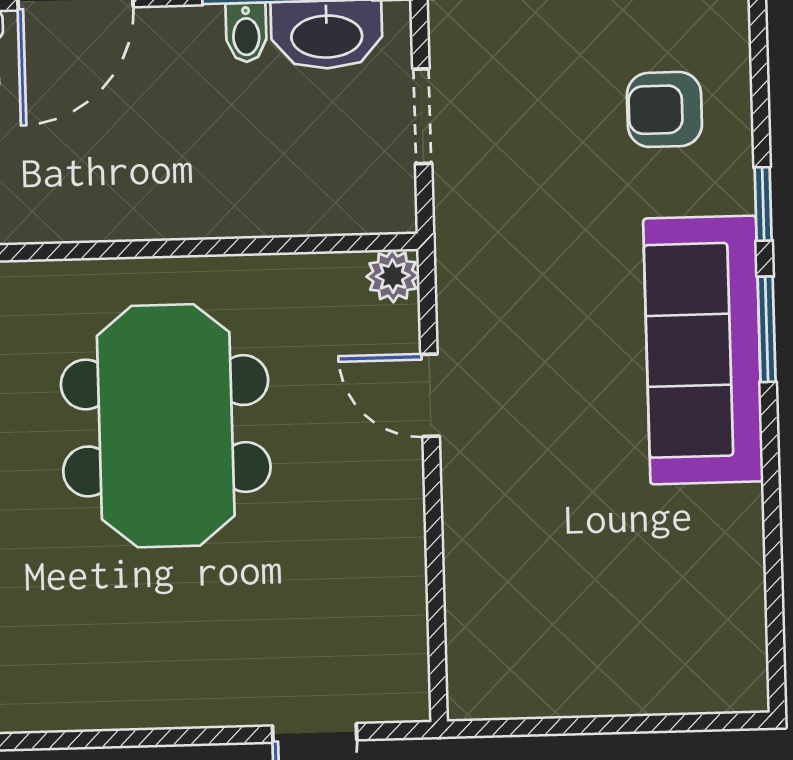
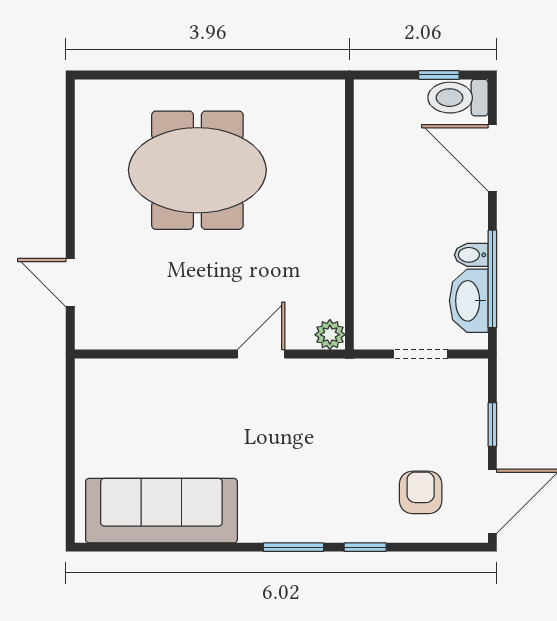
sofa: (703, 350) -> (161, 511), moved
meeting table: (166, 426) -> (197, 170), moved

